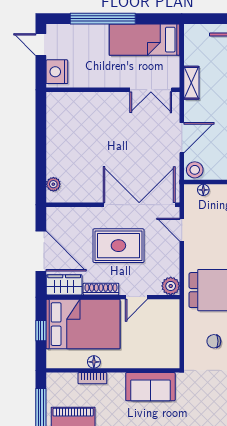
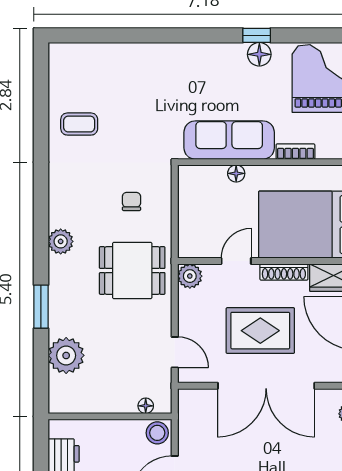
double door: (139, 205) -> (266, 386), moved
chair: (214, 341) -> (131, 201), turned -90
floor lamp: (94, 362) -> (236, 173), moved
sofa: (150, 387) -> (229, 140), width x1.36

